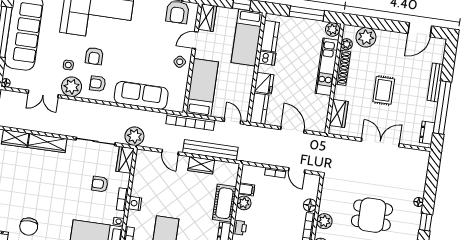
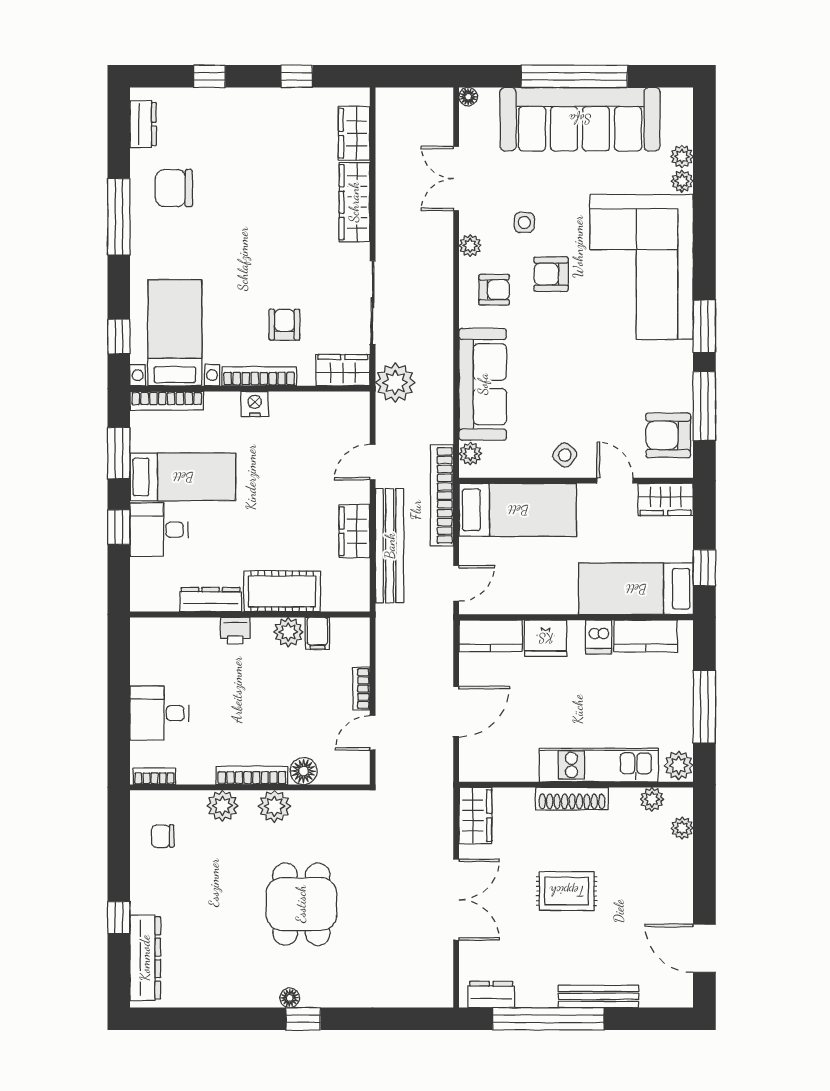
plant: (366, 37) -> (682, 828), width x0.53, depth x0.53
shoe rack: (343, 68) -> (572, 799), moved
armchair: (98, 84) -> (494, 290), turned 90
plant: (72, 87) -> (470, 246), width x0.53, depth x0.53
plant: (173, 106) -> (470, 454), added
wardrobe: (339, 113) -> (475, 816), moved, turned -90
bookcase: (122, 199) -> (259, 376), width x1.56
floor lamp: (419, 202) -> (290, 998), moved

